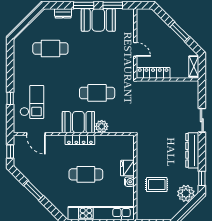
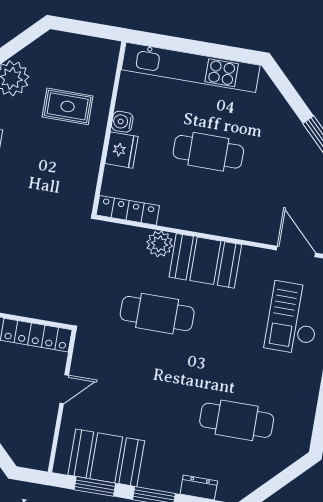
booth: (98, 20) -> (106, 458), moved
door: (135, 49) -> (64, 389), swing flipped
locker: (80, 140) -> (128, 210), moved

